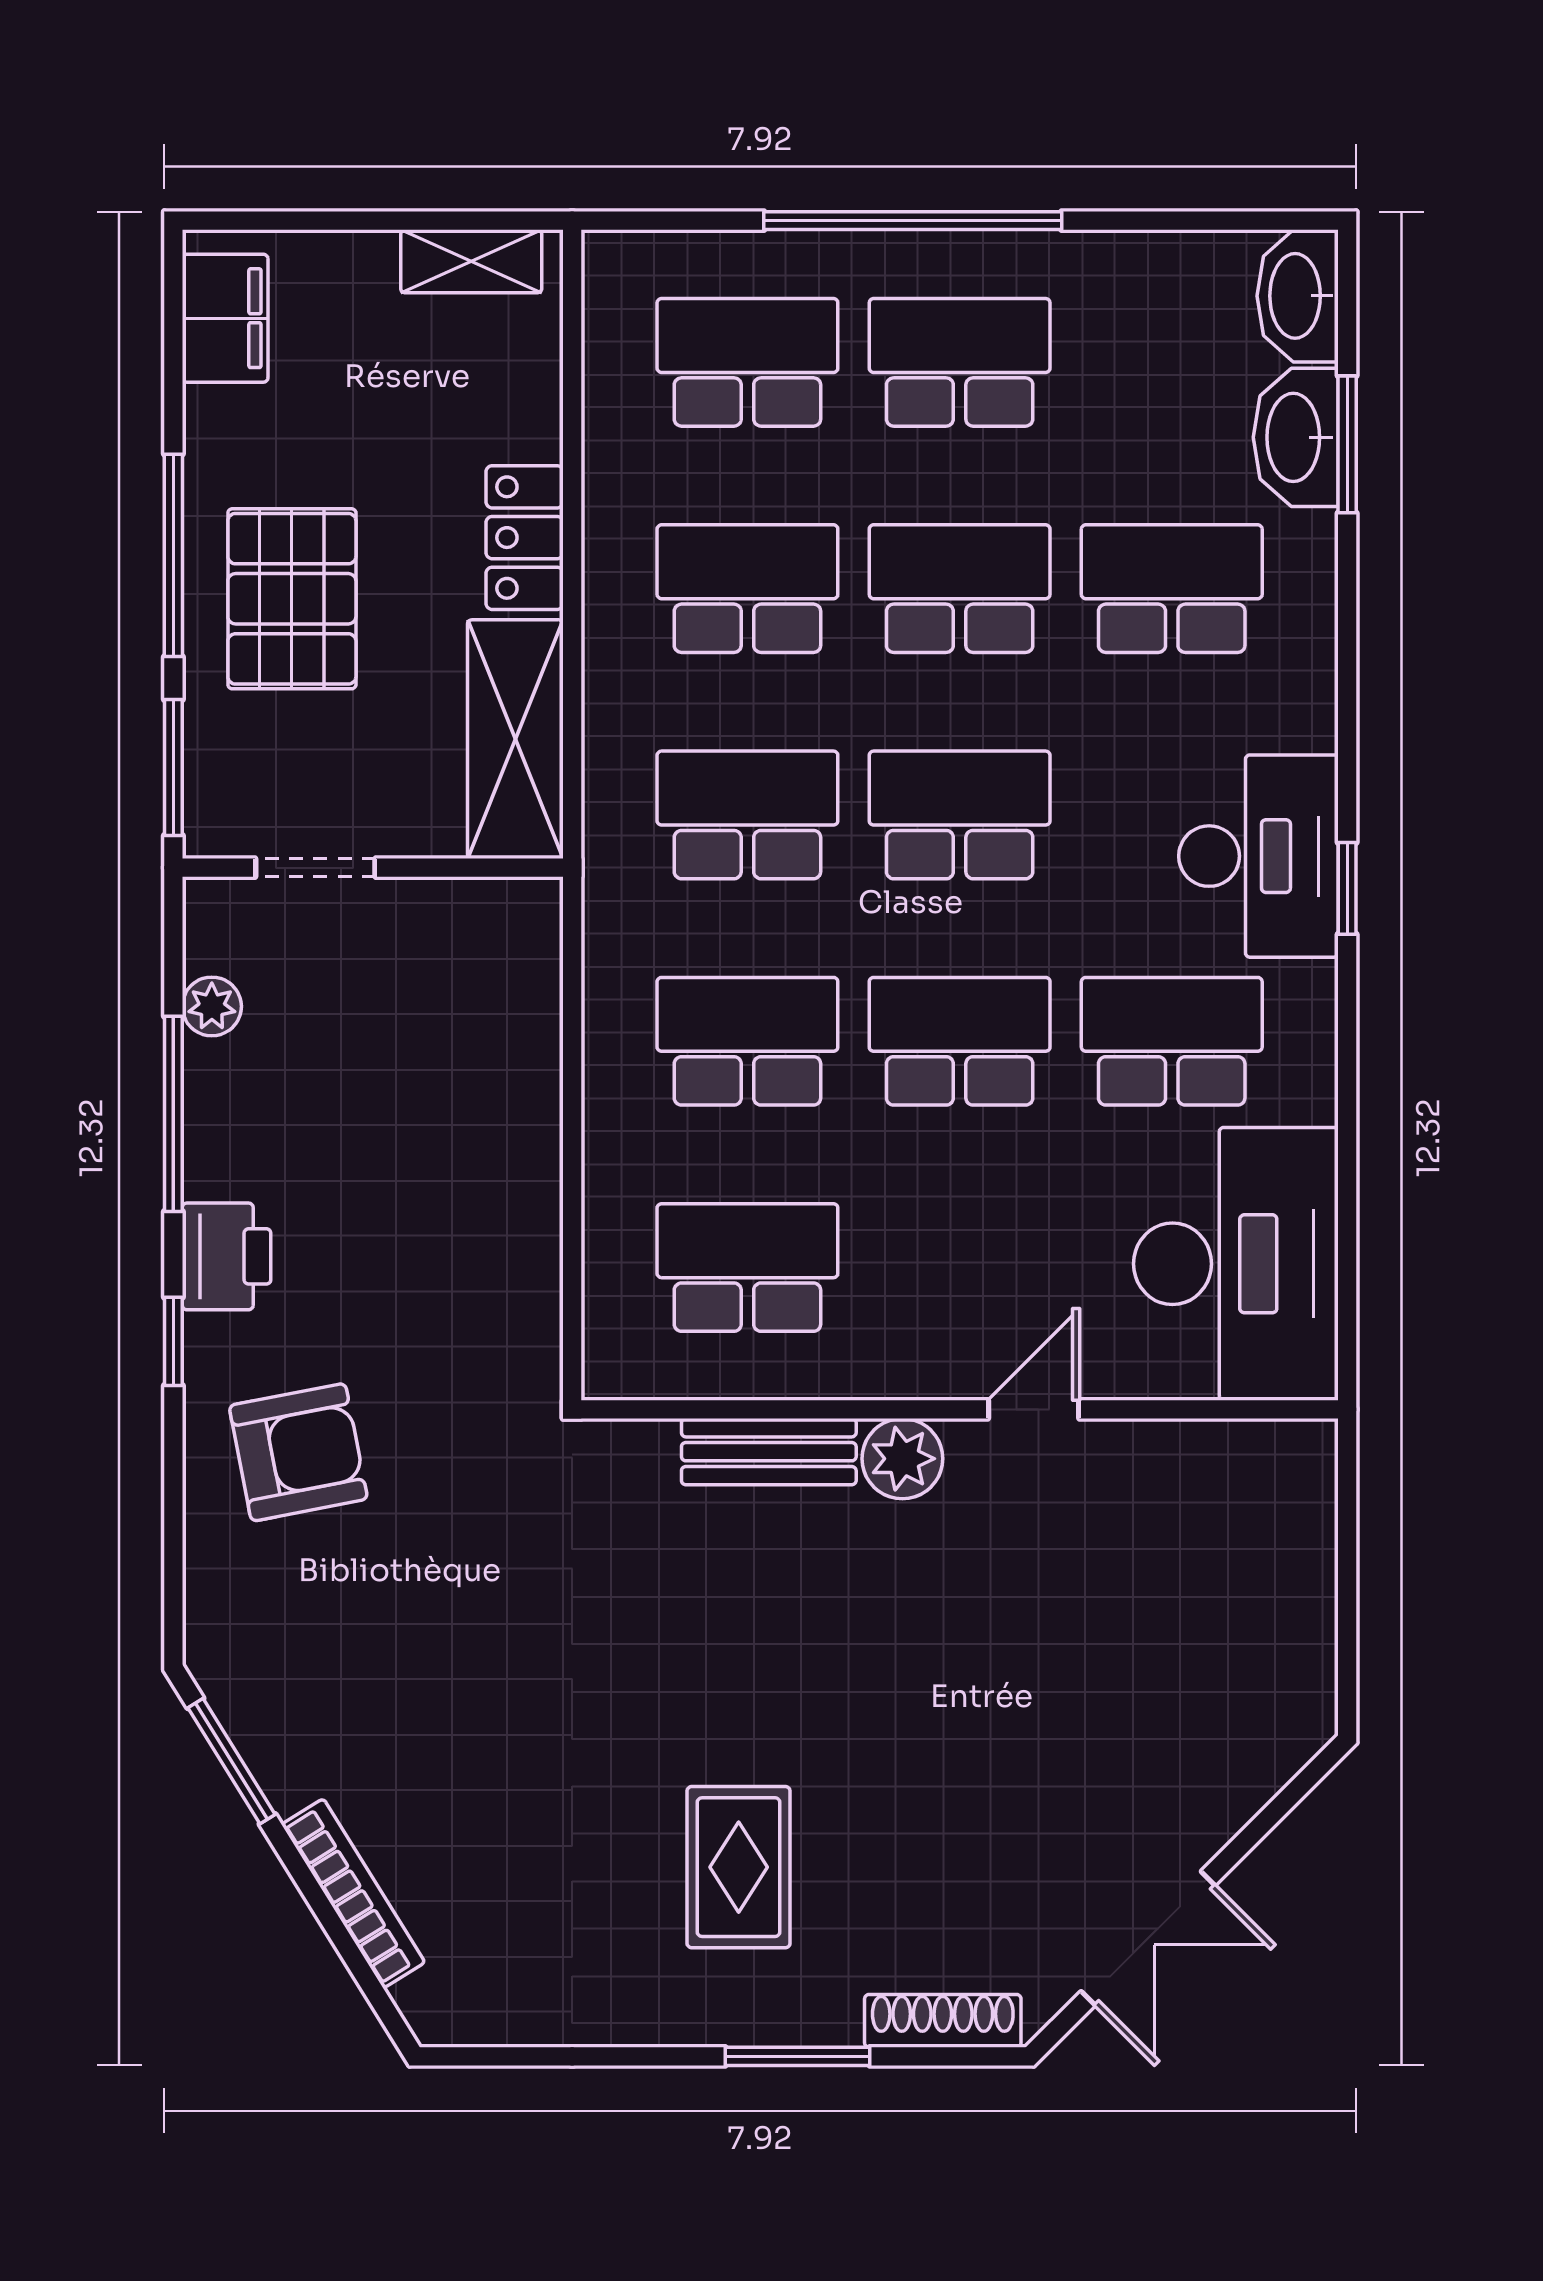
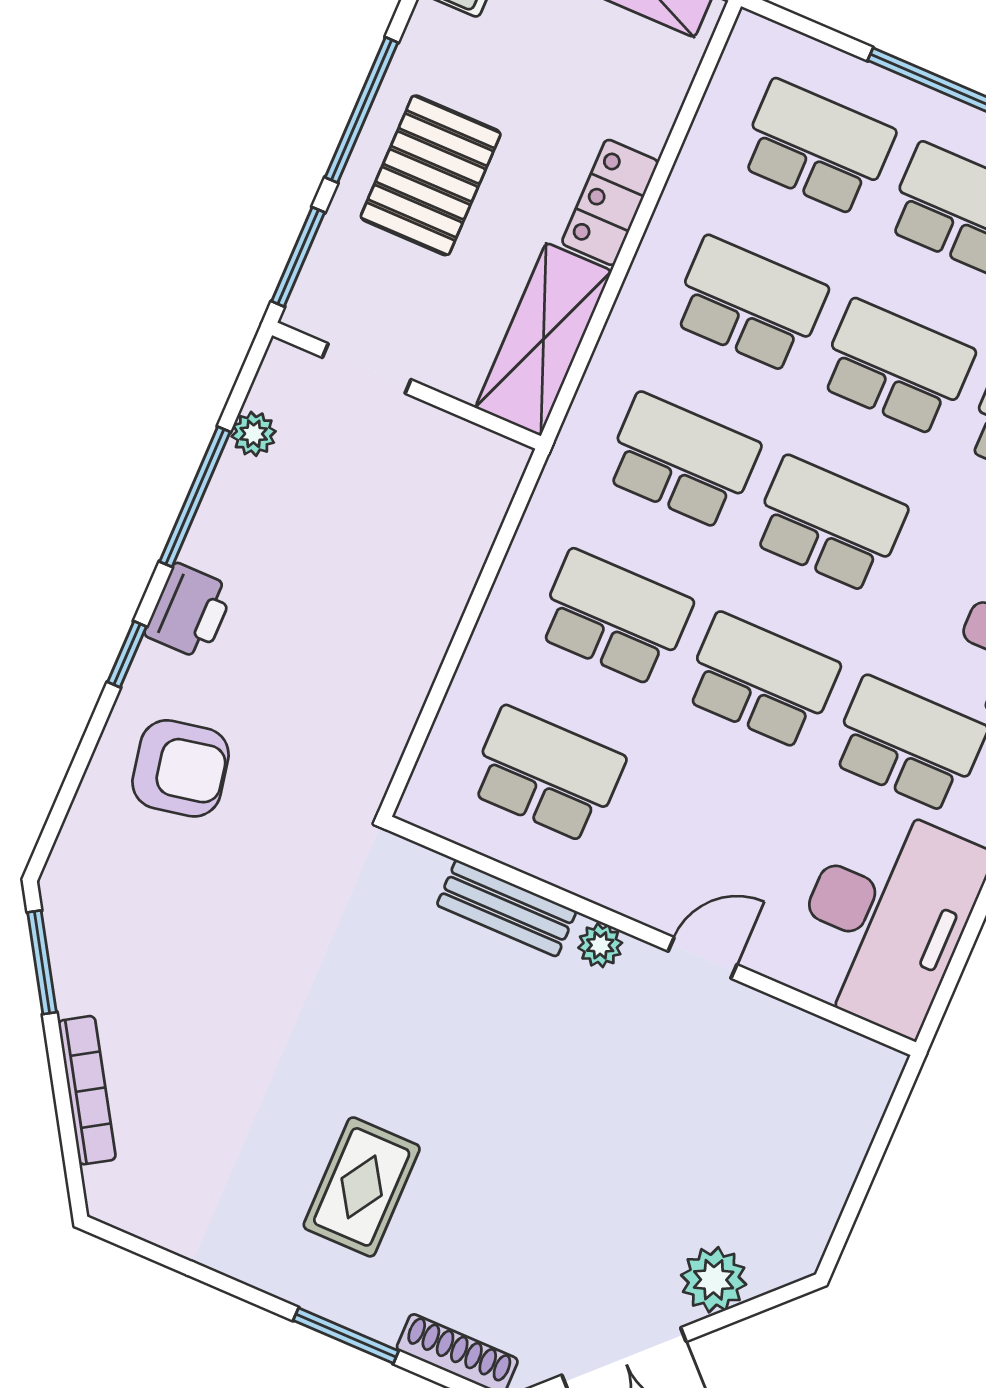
plant: (902, 1459) -> (600, 945), width x0.73, depth x0.73
plant: (1216, 1796) -> (714, 1280), added

